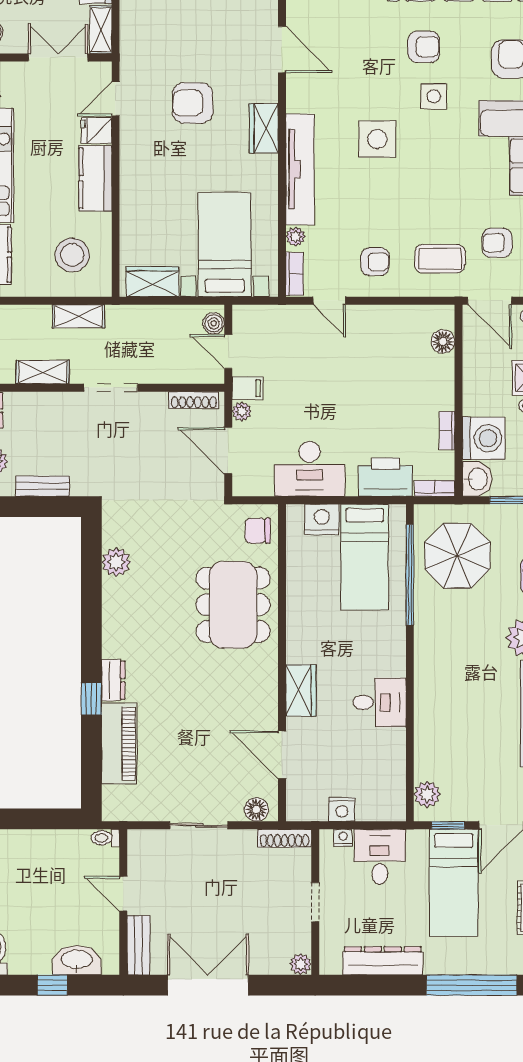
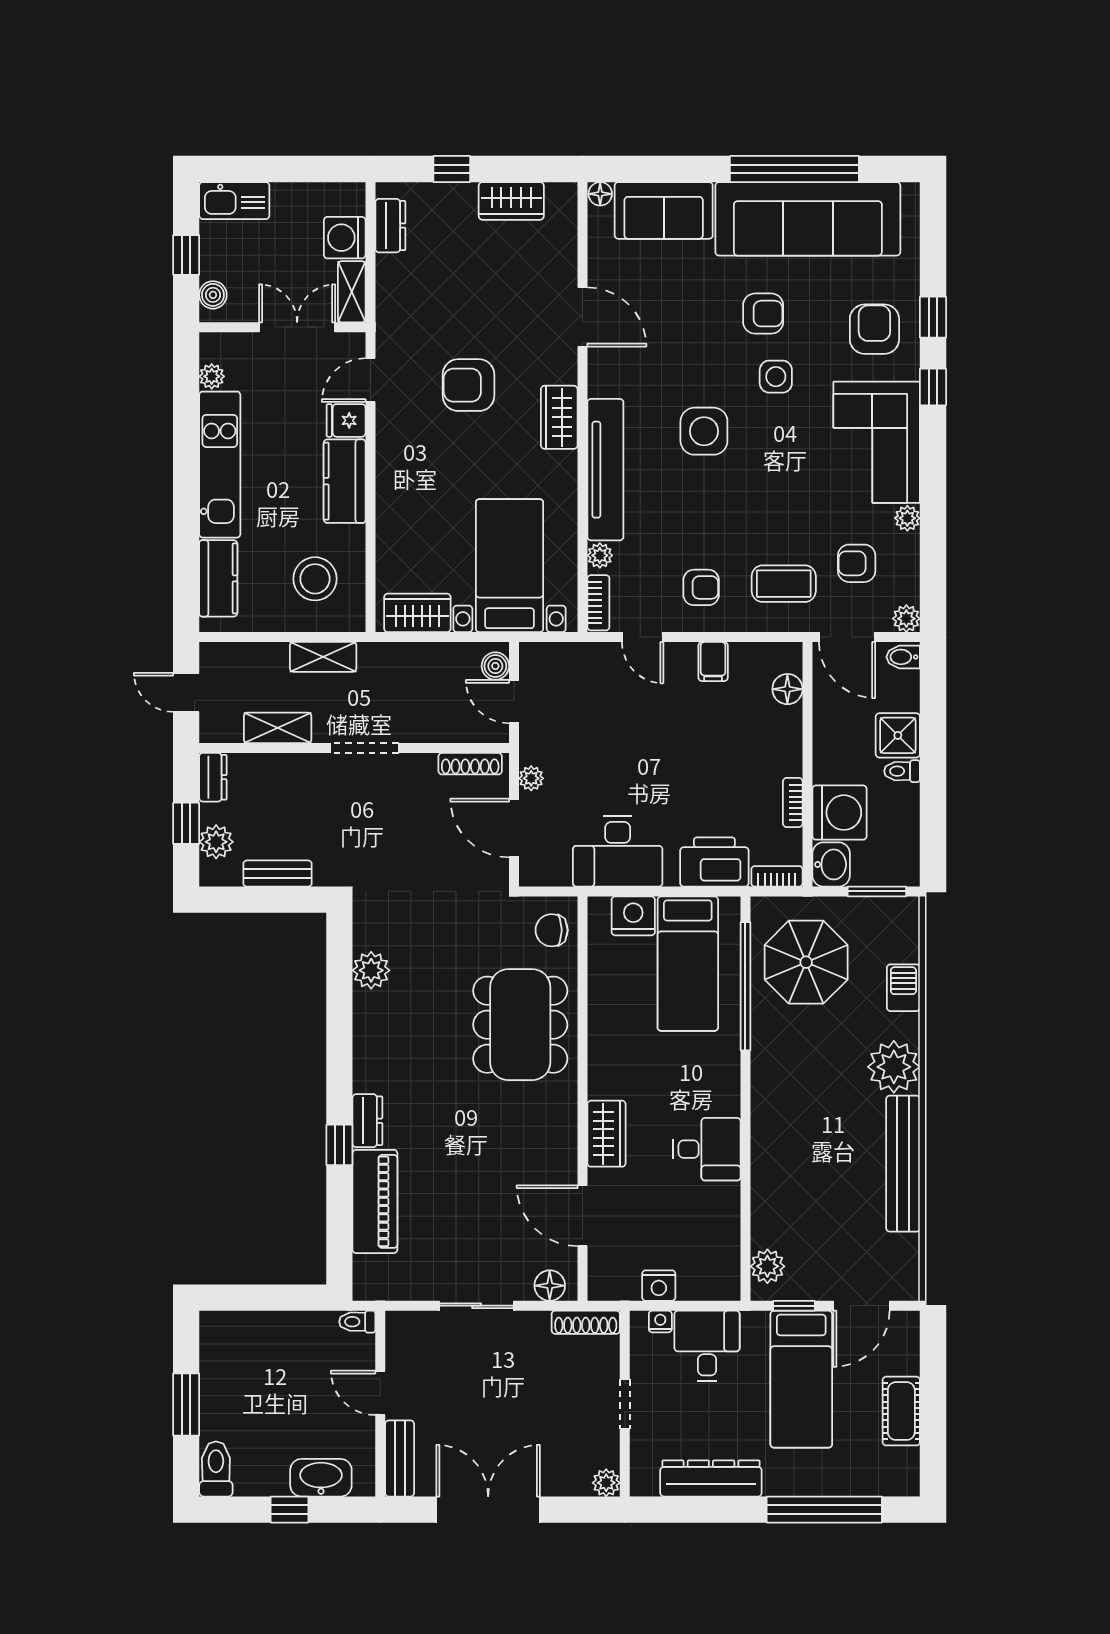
filing cabinet: (247, 388) -> (713, 662), moved, turned 90

